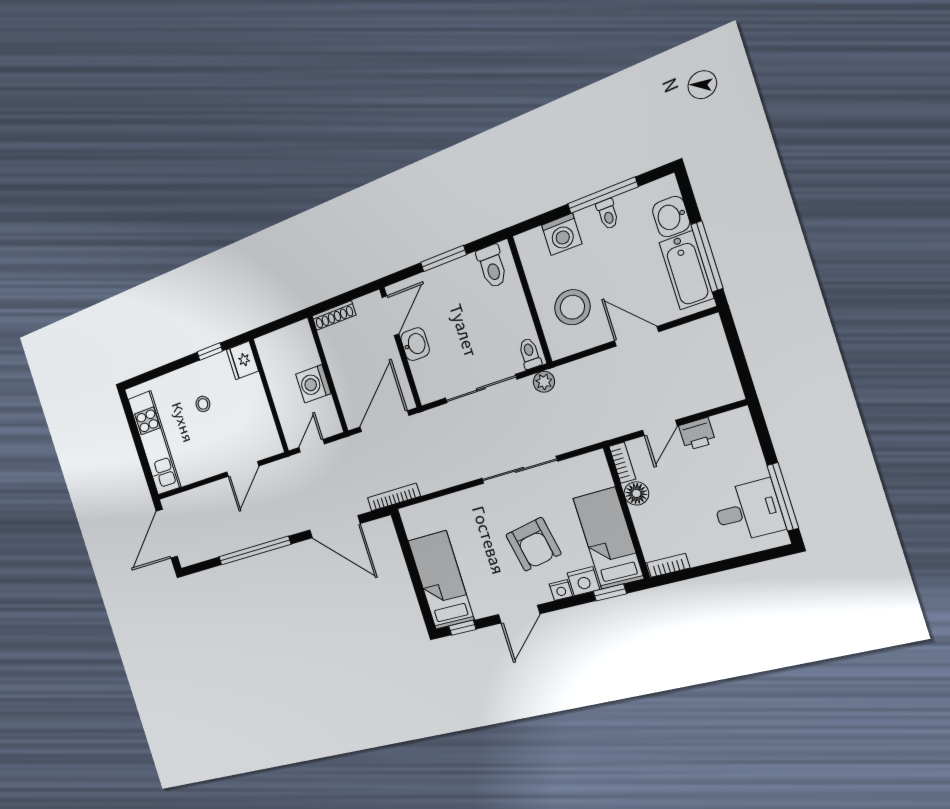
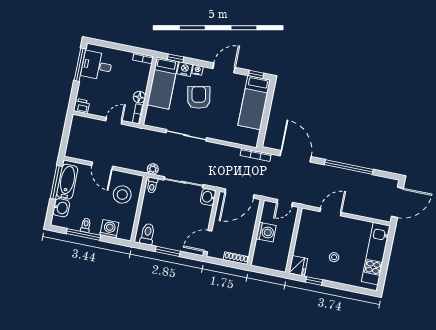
washbasin: (415, 344) -> (208, 197), moved
printer: (697, 434) -> (82, 106), moved

